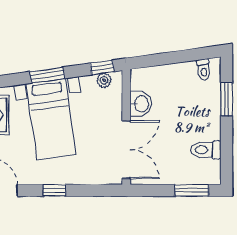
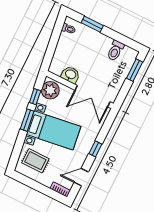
window: (102, 67) -> (35, 97), moved
plant: (104, 80) -> (50, 90), width x1.88, depth x1.88
double door: (126, 150) -> (92, 96), swing flipped

